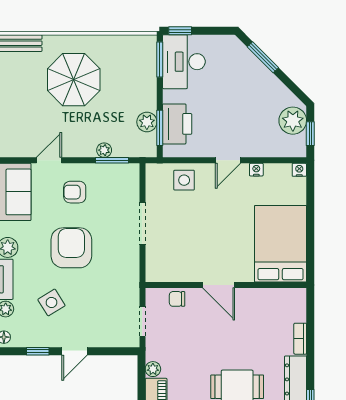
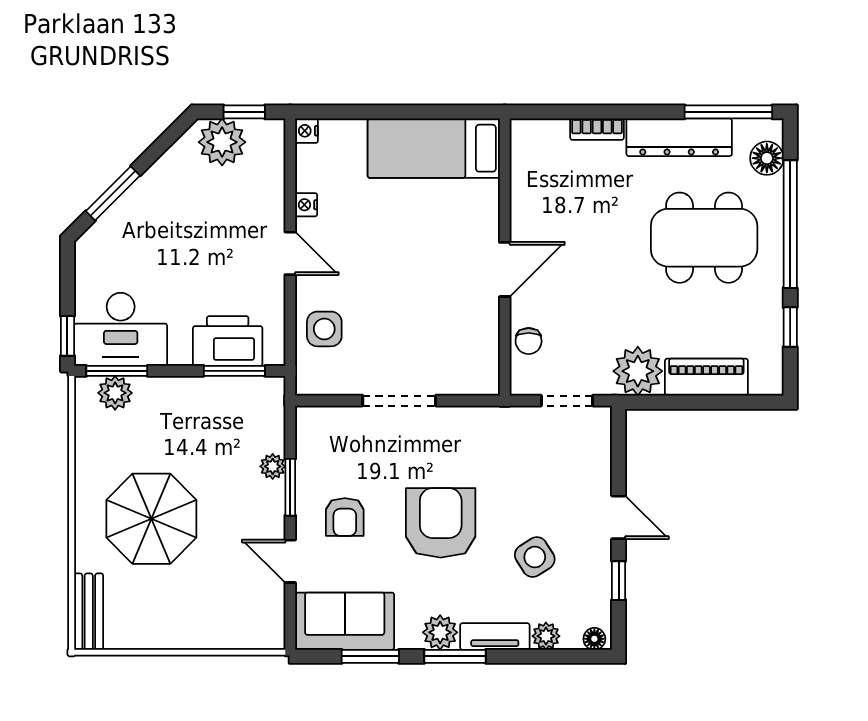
plant: (147, 122) -> (115, 393), moved
window: (112, 160) -> (290, 487), moved
bed: (281, 244) -> (434, 148), width x0.67
armchair: (71, 248) -> (441, 523), turned 90
plant: (153, 369) -> (638, 371), width x1.88, depth x1.88

